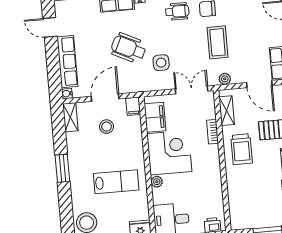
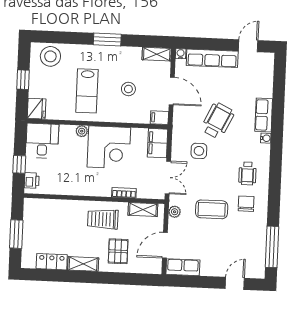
filing cabinet: (155, 117) -> (158, 143), moved, turned 90
stool: (107, 127) -> (128, 89), moved

